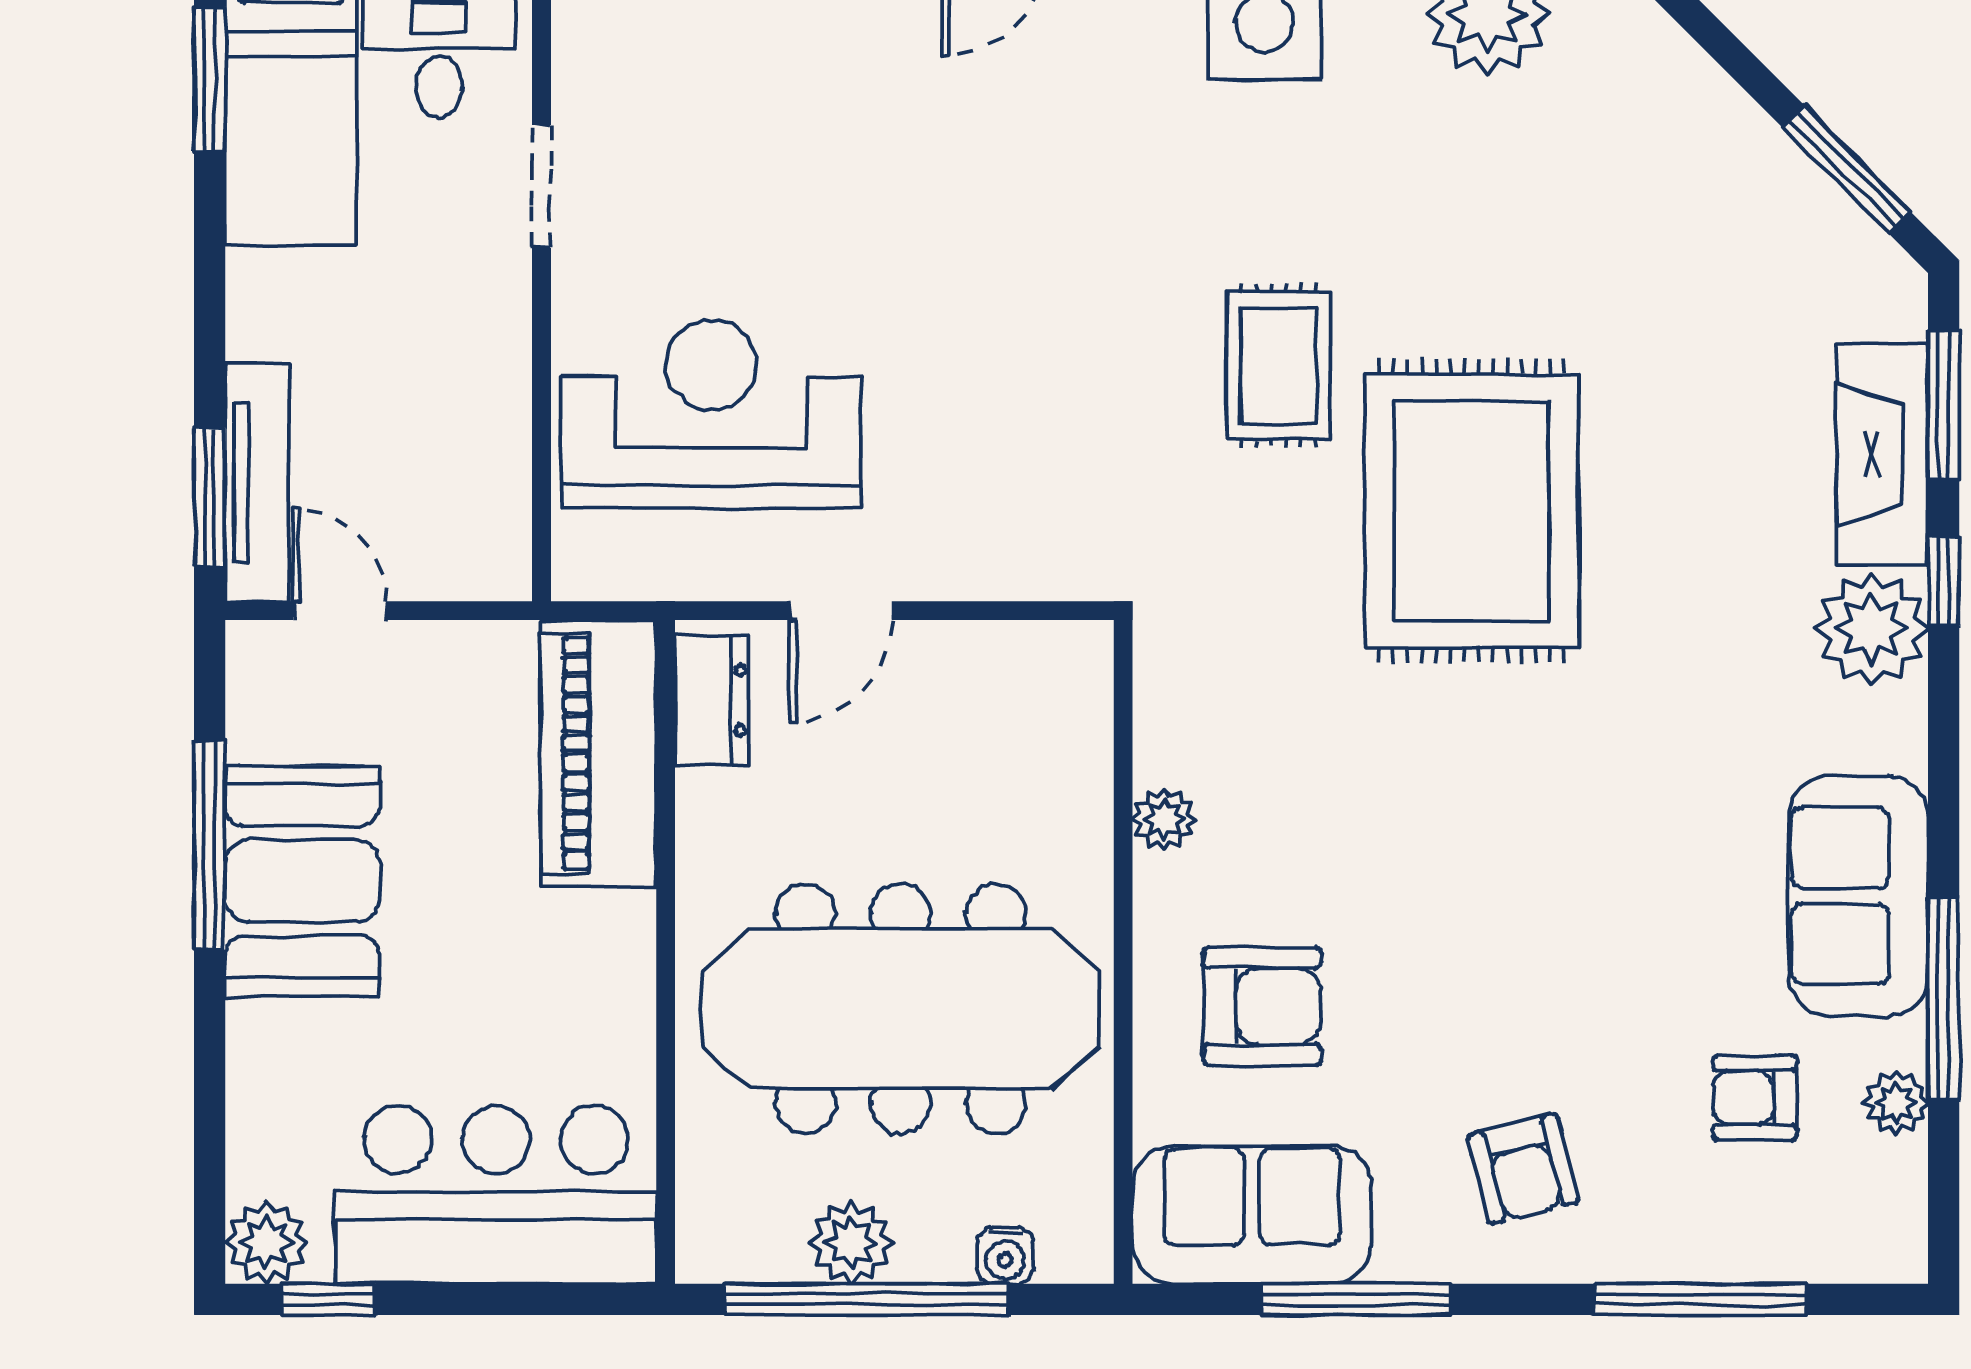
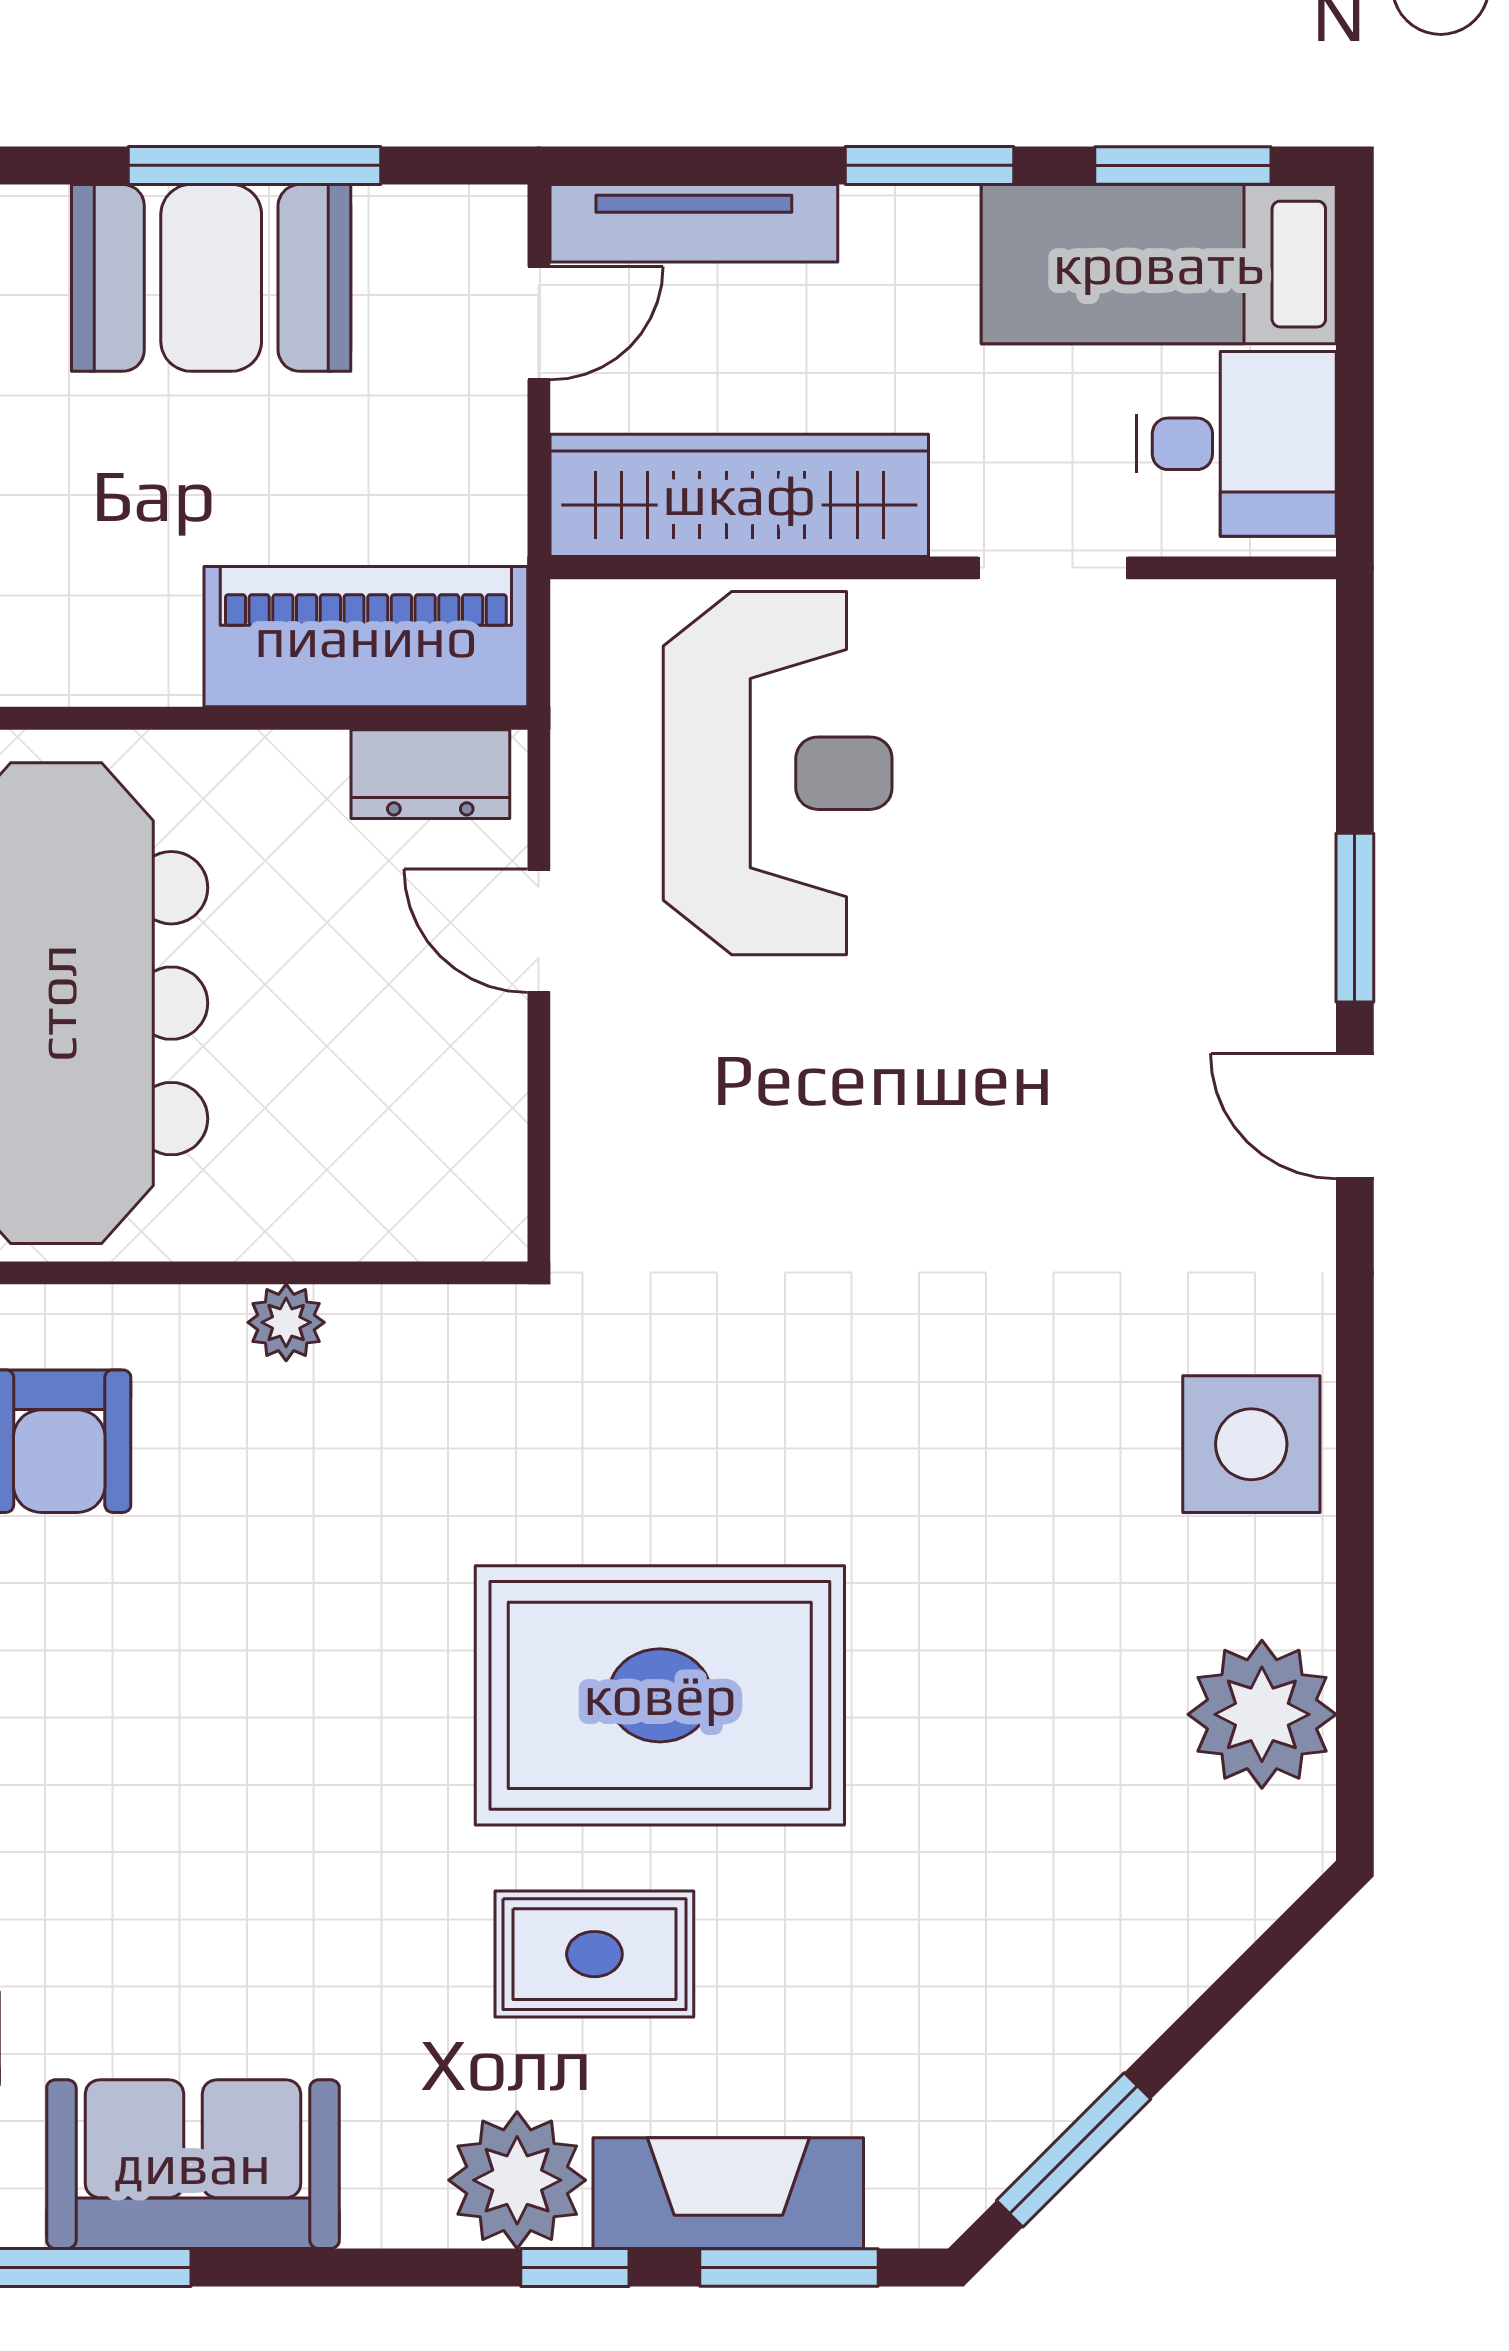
rug: (1279, 365) -> (594, 1954), moved
wardrobe: (482, 445) -> (739, 495), added
window: (210, 498) -> (930, 165), moved

